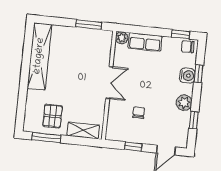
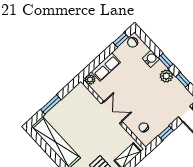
window: (89, 25) -> (51, 105), moved
window: (199, 74) -> (166, 61), moved
chair: (139, 113) -> (144, 127), moved

